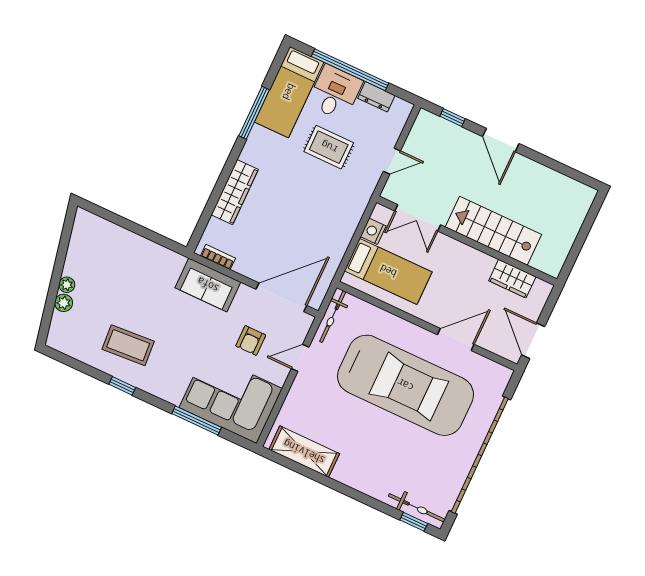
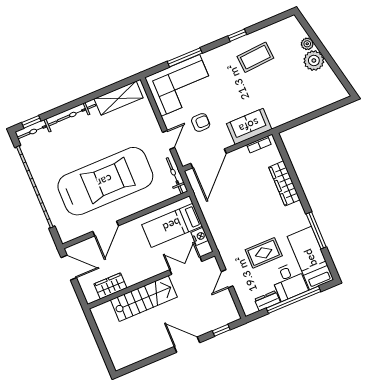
plant: (67, 285) -> (314, 60), width x1.87, depth x1.87
armchair: (251, 340) -> (201, 122), turned 90
car: (405, 385) -> (105, 181), turned 180
bicycle: (361, 482) -> (77, 113), added

